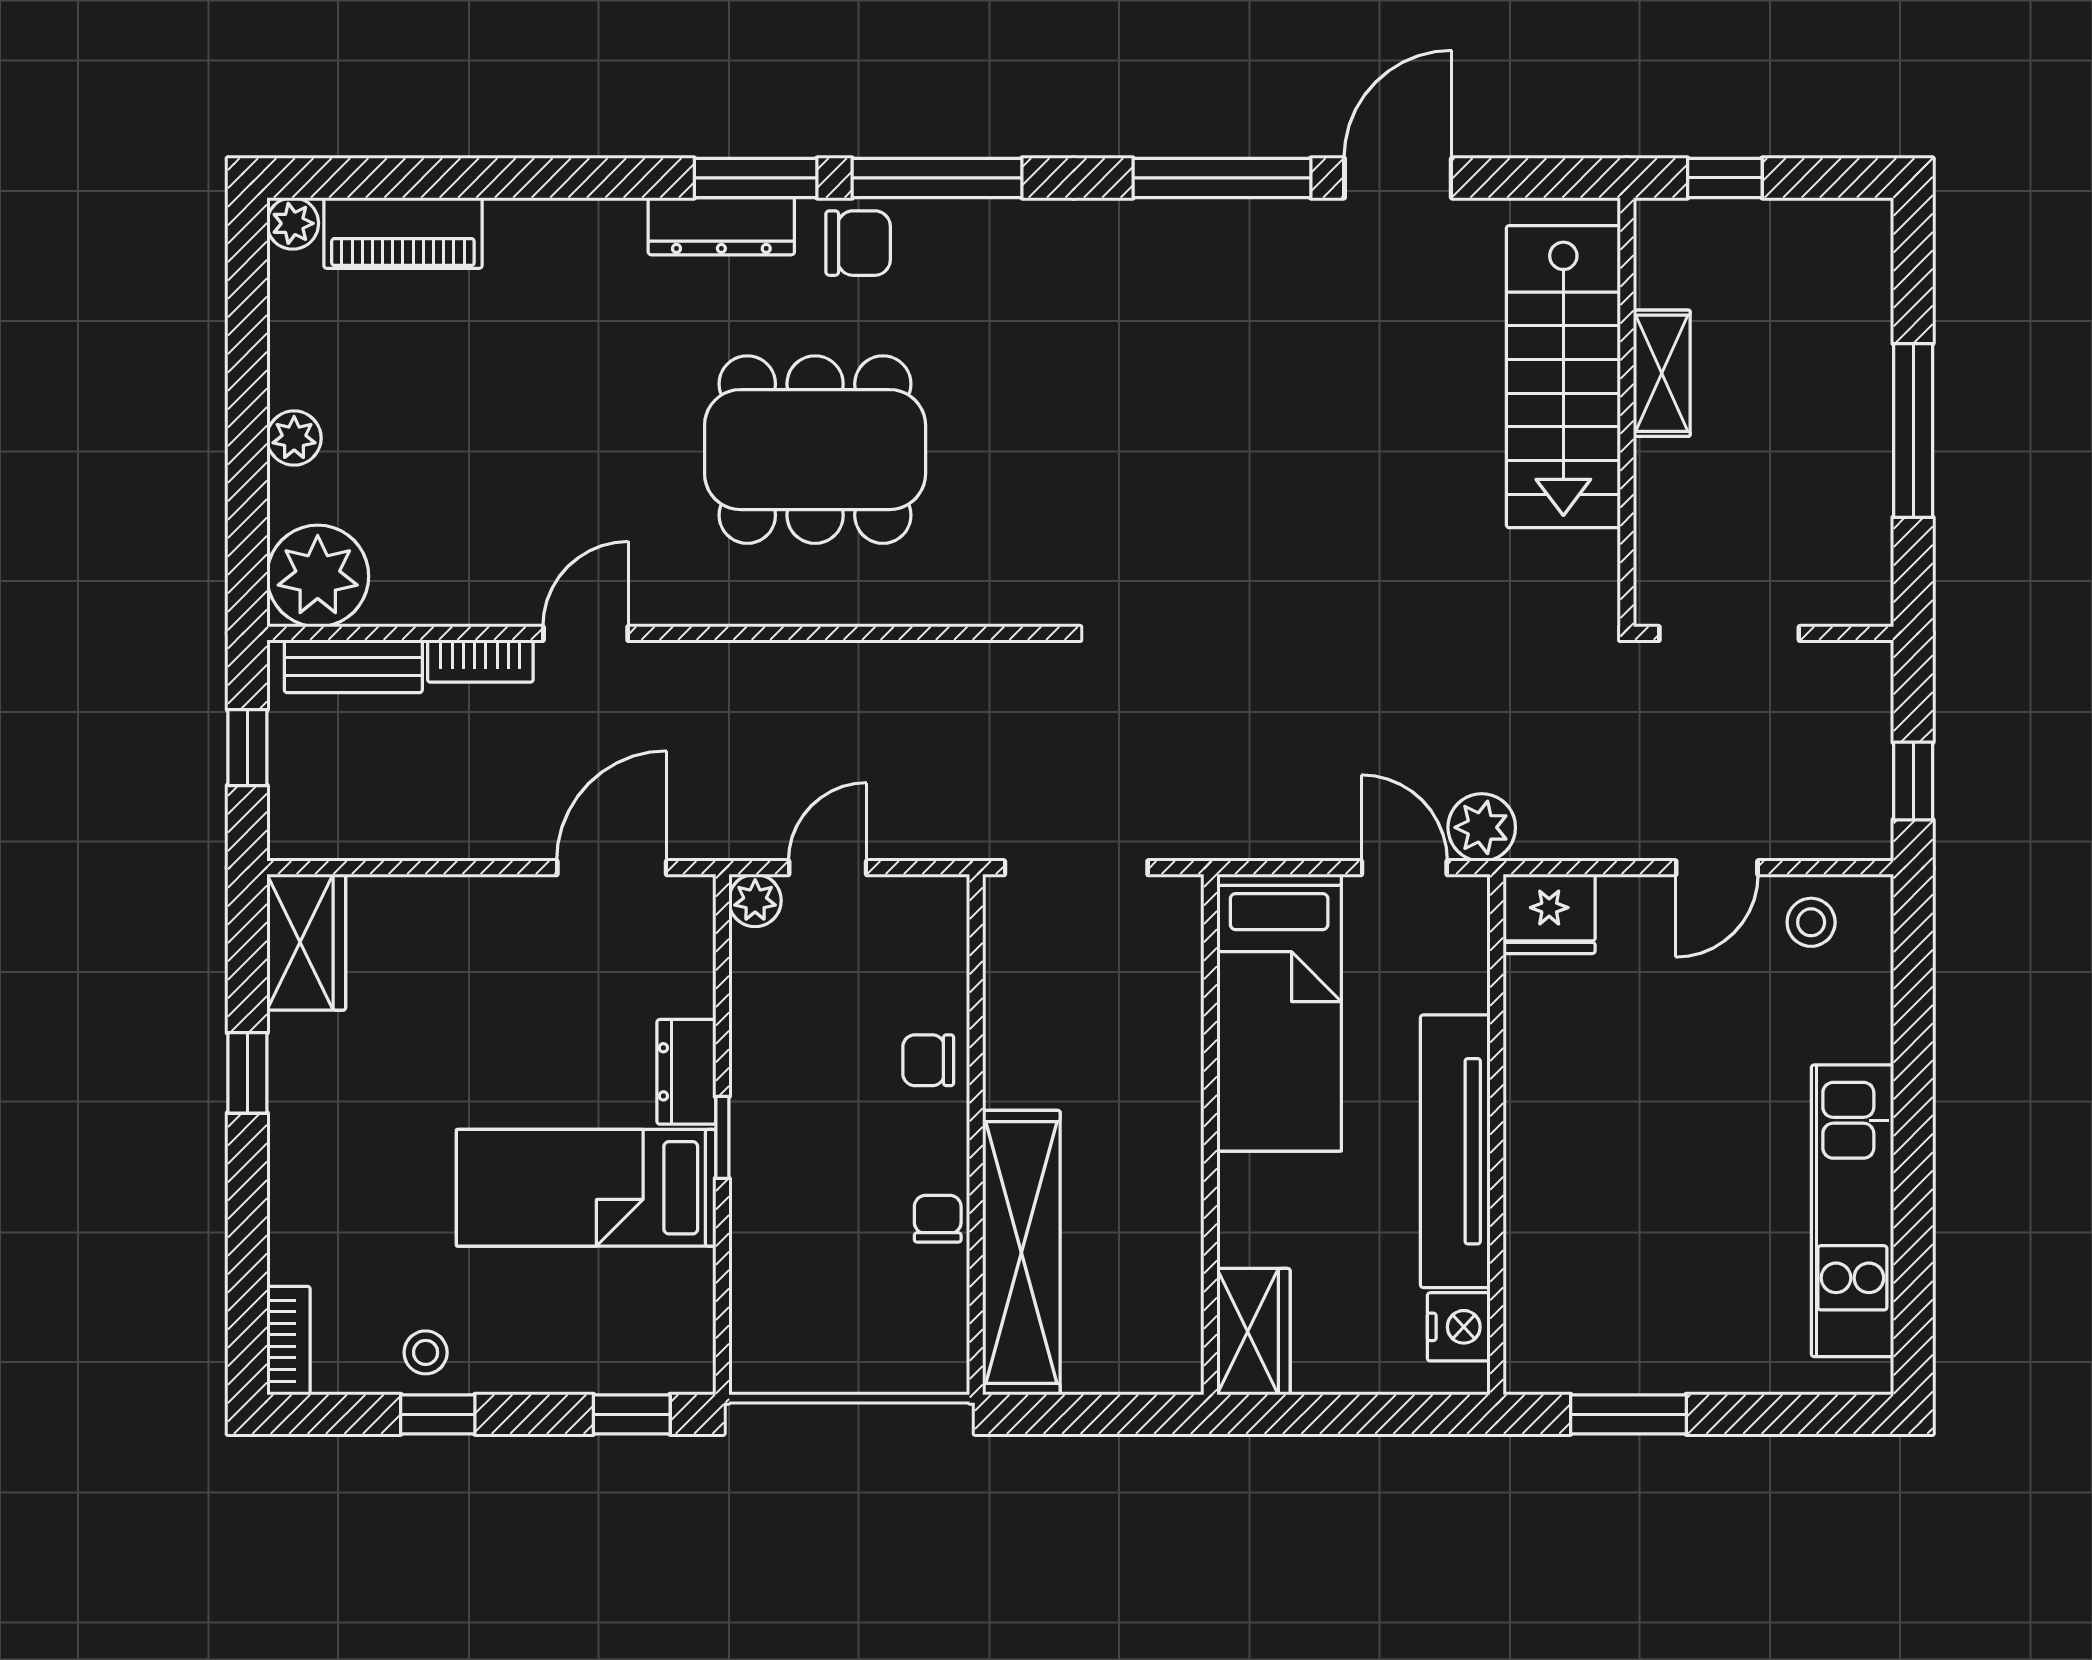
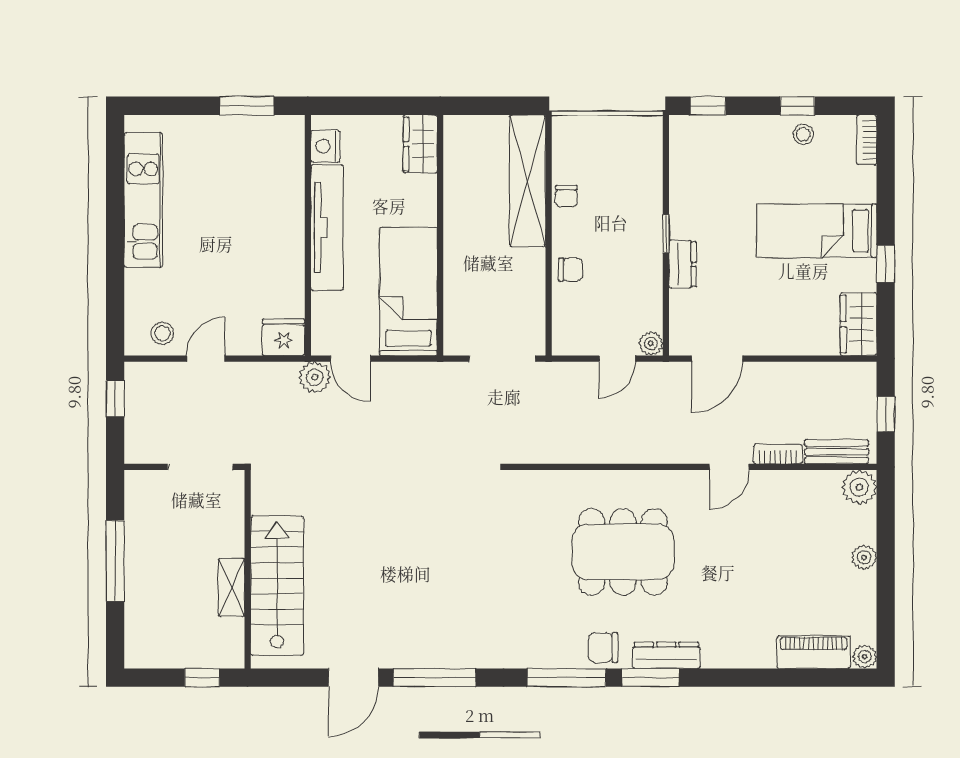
plant: (318, 576) -> (859, 487), width x0.73, depth x0.73
bed: (586, 1188) -> (817, 231), moved, turned 180

